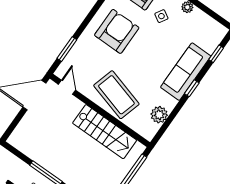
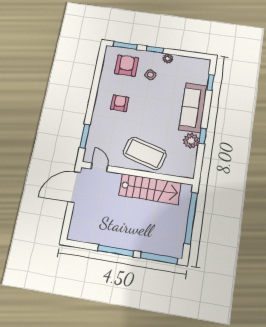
armchair: (117, 31) -> (120, 103), width x0.53, depth x0.53
window: (192, 88) -> (203, 136), moved
plant: (159, 115) -> (191, 141), moved

